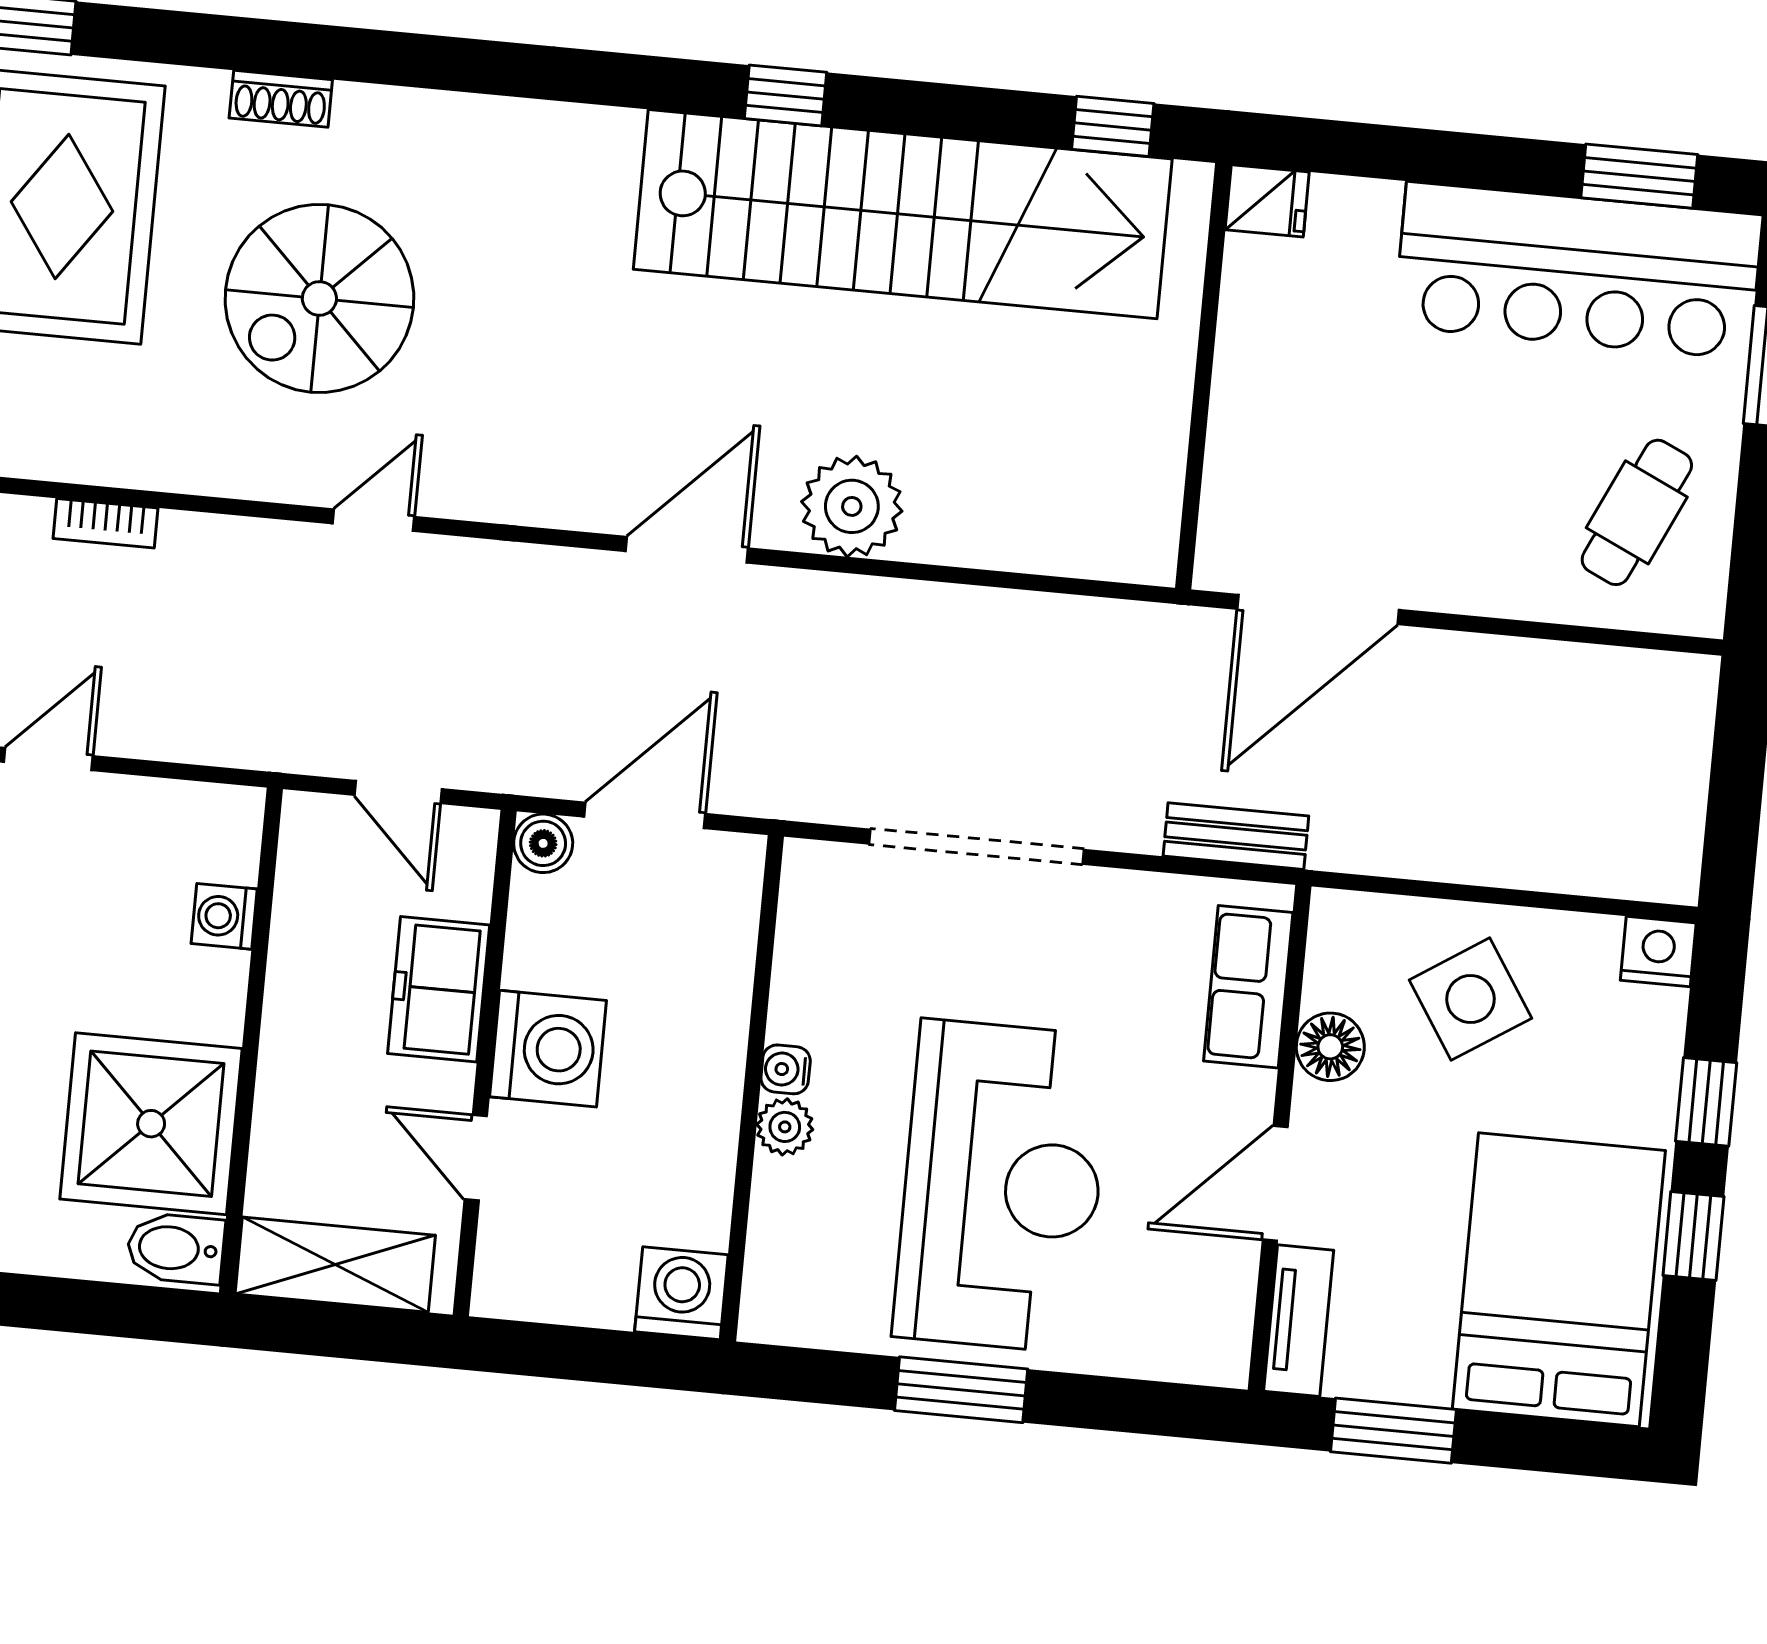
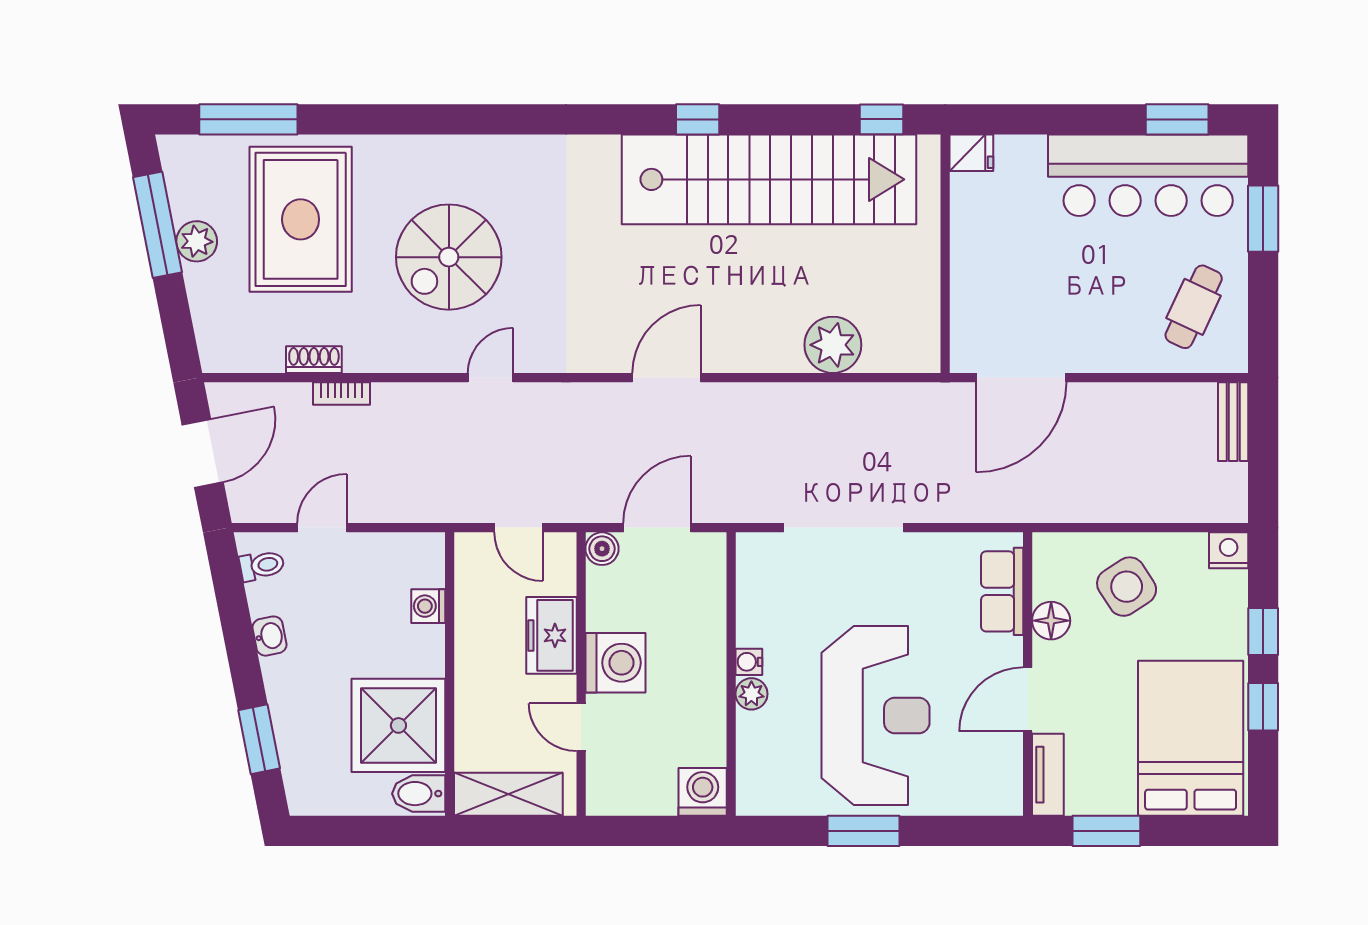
shoe rack: (281, 99) -> (314, 360), moved, turned 180
plant: (852, 506) -> (833, 345), moved
bench: (1236, 836) -> (1233, 422), moved, turned 90

